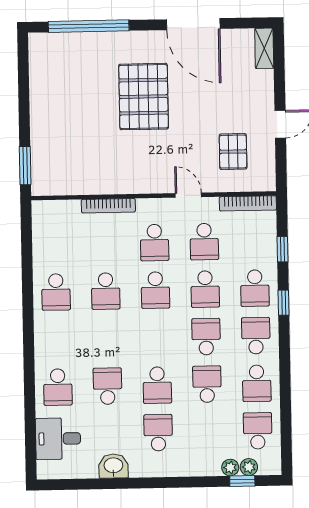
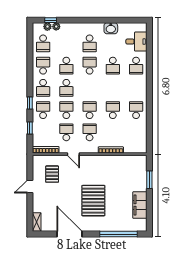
filing cabinet: (44, 89) -> (140, 205), added
window: (25, 166) -> (149, 180), moved
school desk: (58, 387) -> (136, 66), turned 180

